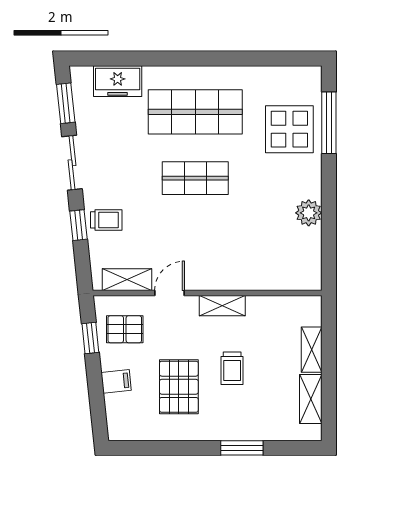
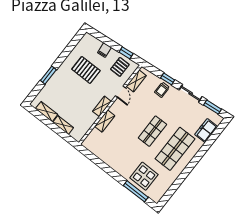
plant: (309, 213) -> (110, 160), removed
shelving: (245, 280) -> (105, 121), added
trolley: (232, 368) -> (78, 93), removed

